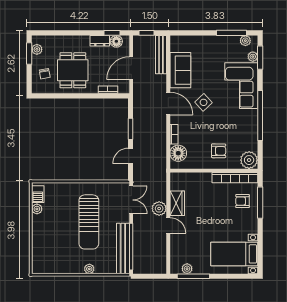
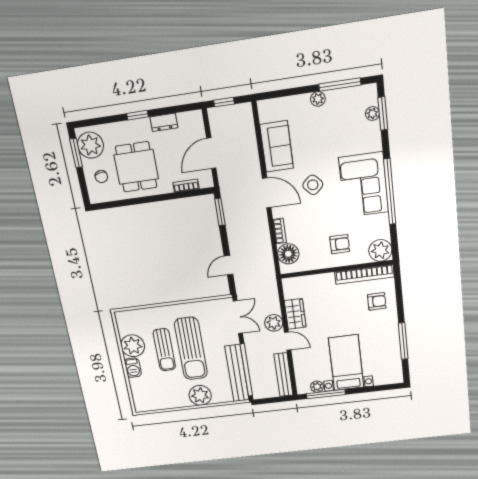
window: (112, 33) -> (138, 115), moved
floor lamp: (116, 41) -> (186, 120), removed
plant: (245, 41) -> (318, 99), moved
plant: (37, 49) -> (90, 145), width x1.88, depth x1.88
bench: (161, 55) -> (283, 375), moved
corner sofa: (241, 86) -> (364, 185), moved
window: (131, 129) -> (220, 212), moved
barbecue: (38, 194) -> (133, 368), moved
armchair: (242, 201) -> (377, 301), turned 180
window: (260, 203) -> (403, 341), moved
plant: (37, 209) -> (133, 346), width x1.88, depth x1.88
sun lounger: (67, 220) -> (164, 350), added
bed with nightstands: (234, 254) -> (346, 363), moved, turned 90
plant: (89, 269) -> (200, 395), width x1.88, depth x1.88

